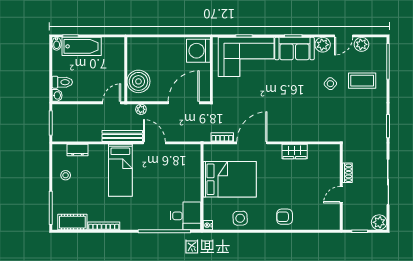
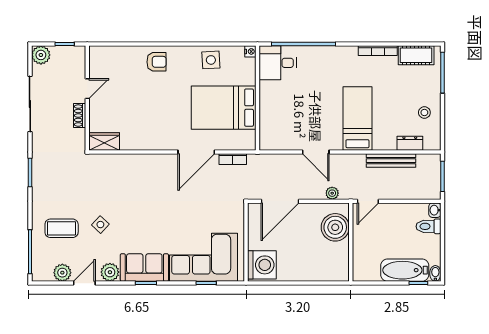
bench: (122, 136) -> (391, 161), moved
wardrobe: (295, 152) -> (104, 142), moved

